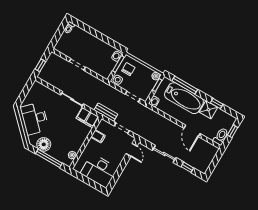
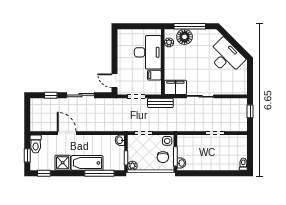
bathtub: (184, 98) -> (87, 163), width x0.73, depth x0.73
window: (217, 104) -> (44, 173), moved
floor lamp: (44, 144) -> (185, 37), moved
desk: (99, 171) -> (148, 52), moved, turned 90

